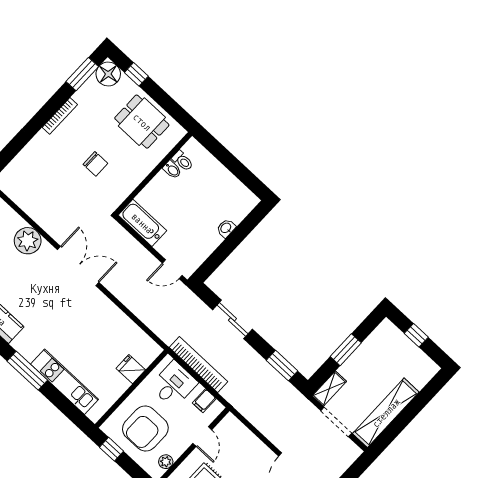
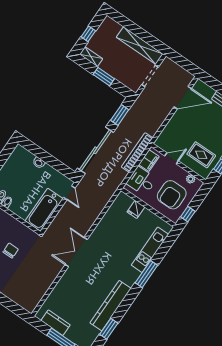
bathtub: (142, 223) -> (44, 210), width x1.36, depth x1.36
plant: (28, 241) -> (65, 286), removed
sliding door: (233, 319) -> (95, 150), width x1.86
bookcase: (198, 365) -> (137, 152), moved
shelving: (329, 389) -> (91, 57), moved
filing cabinet: (204, 401) -> (149, 161), width x2.00
armchair: (145, 428) -> (172, 195), turned 90

